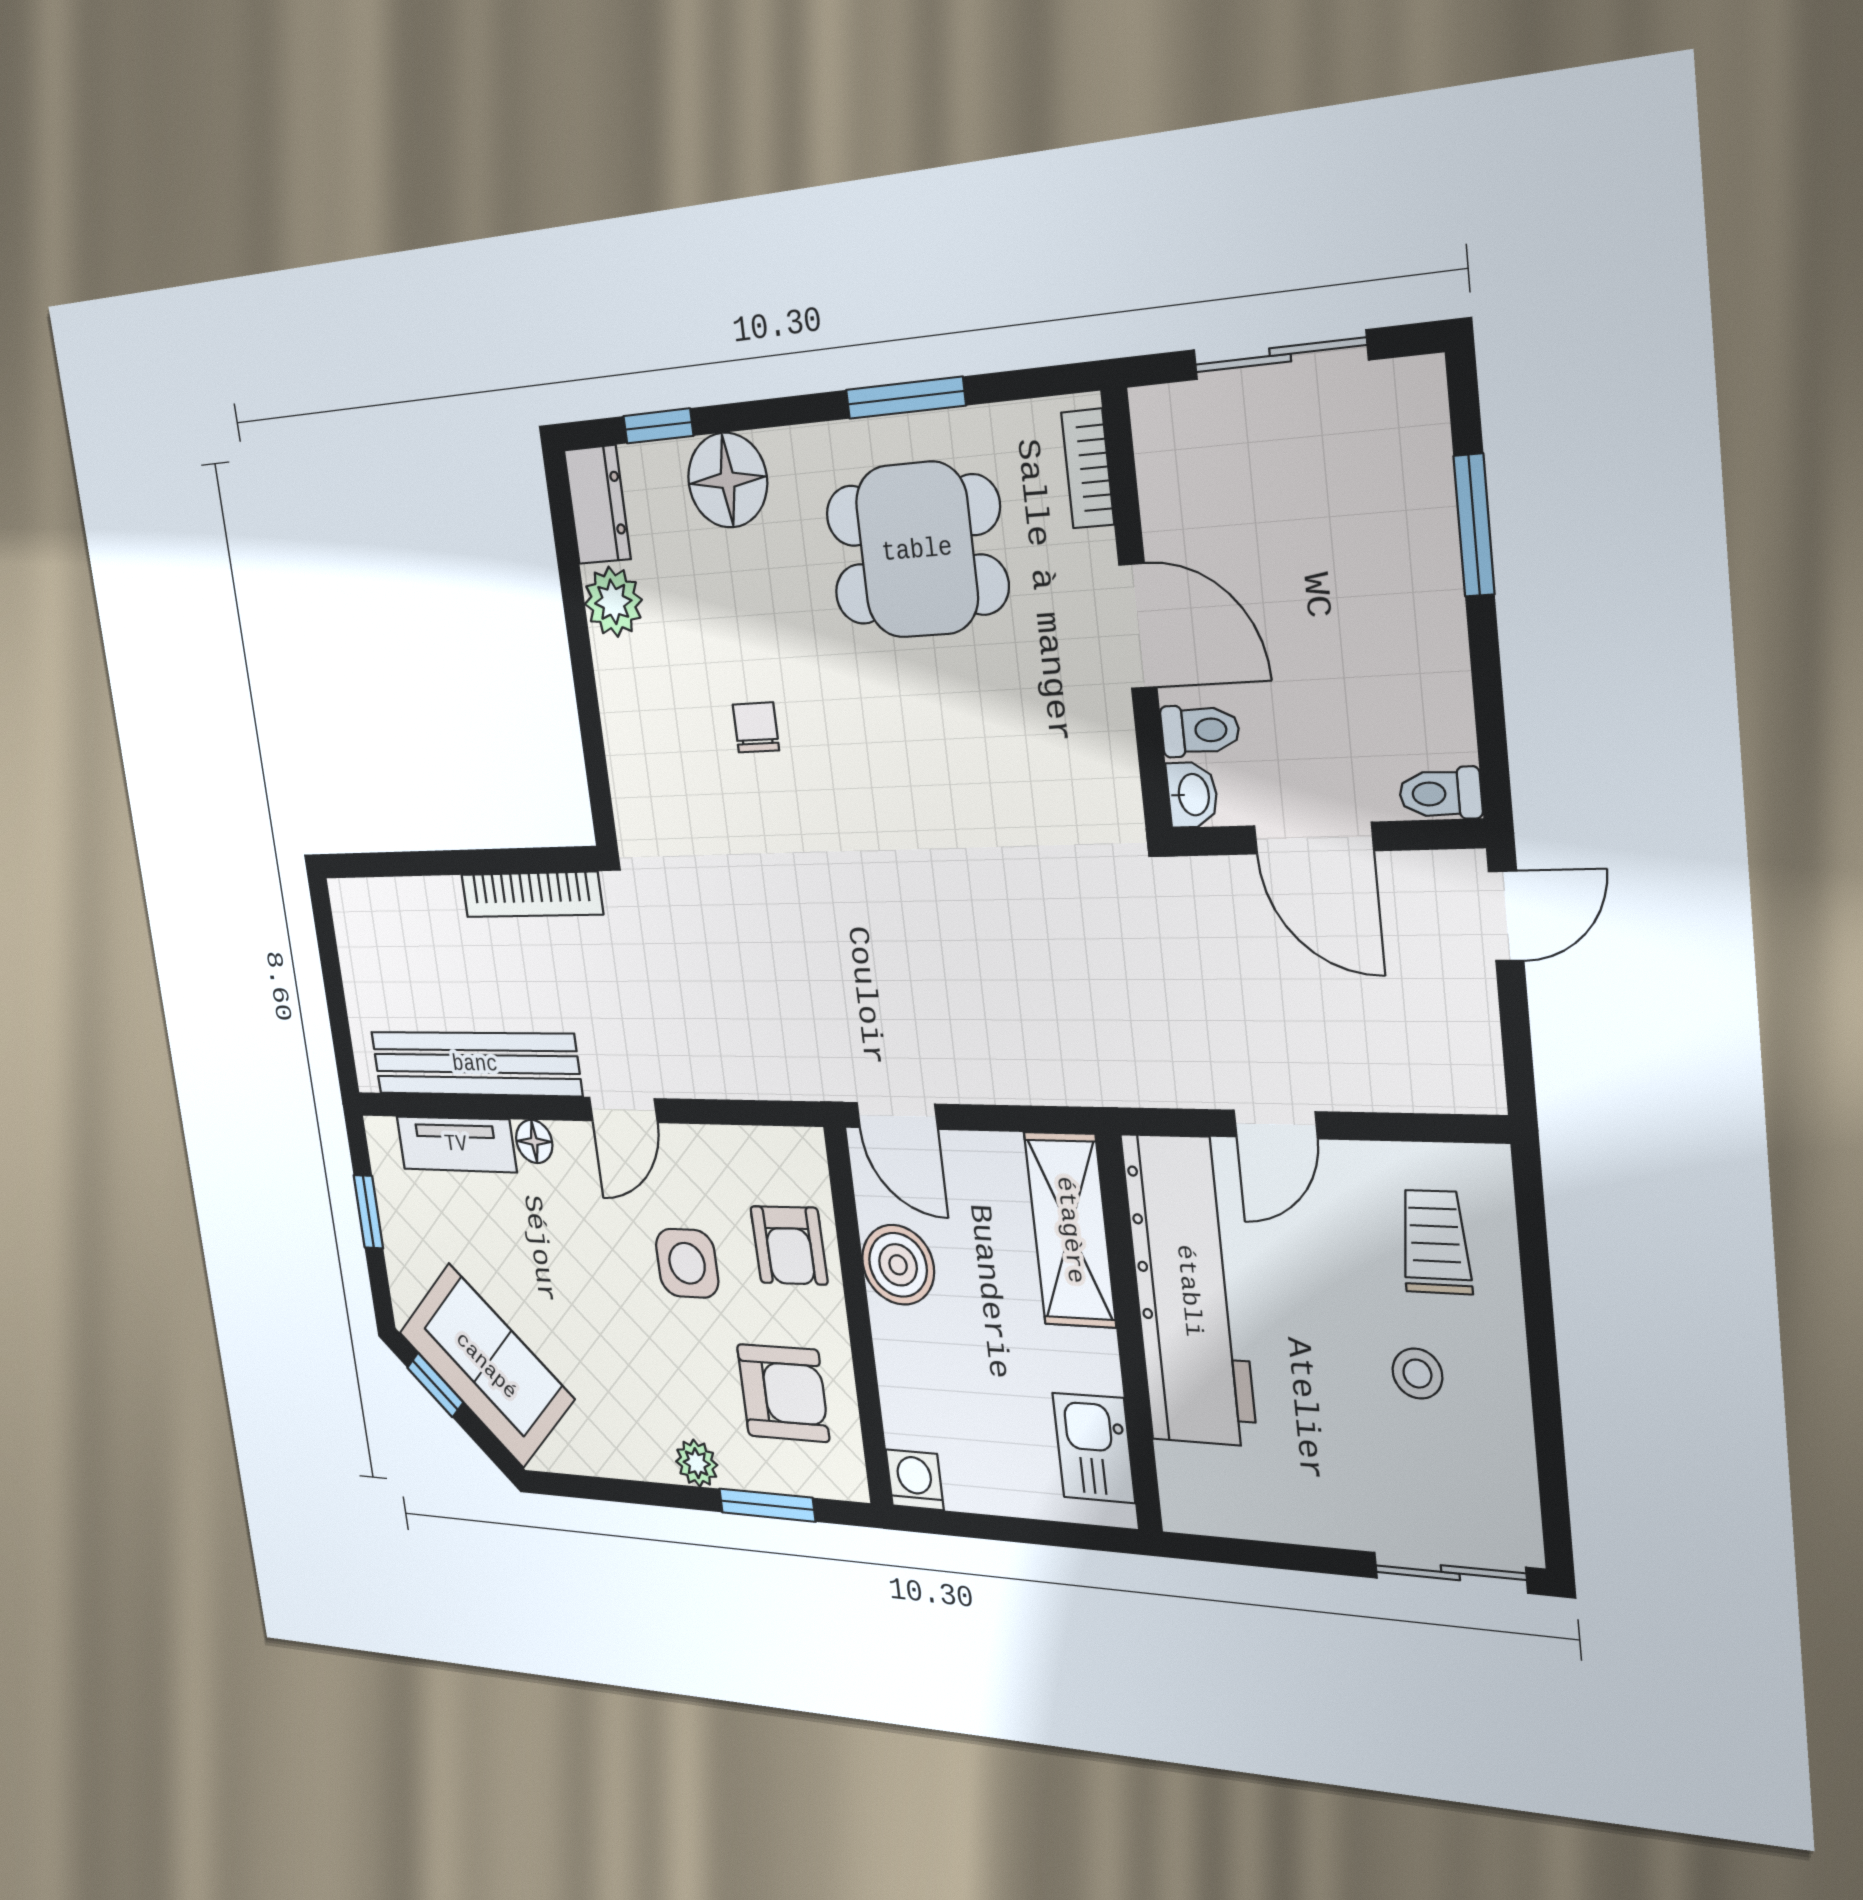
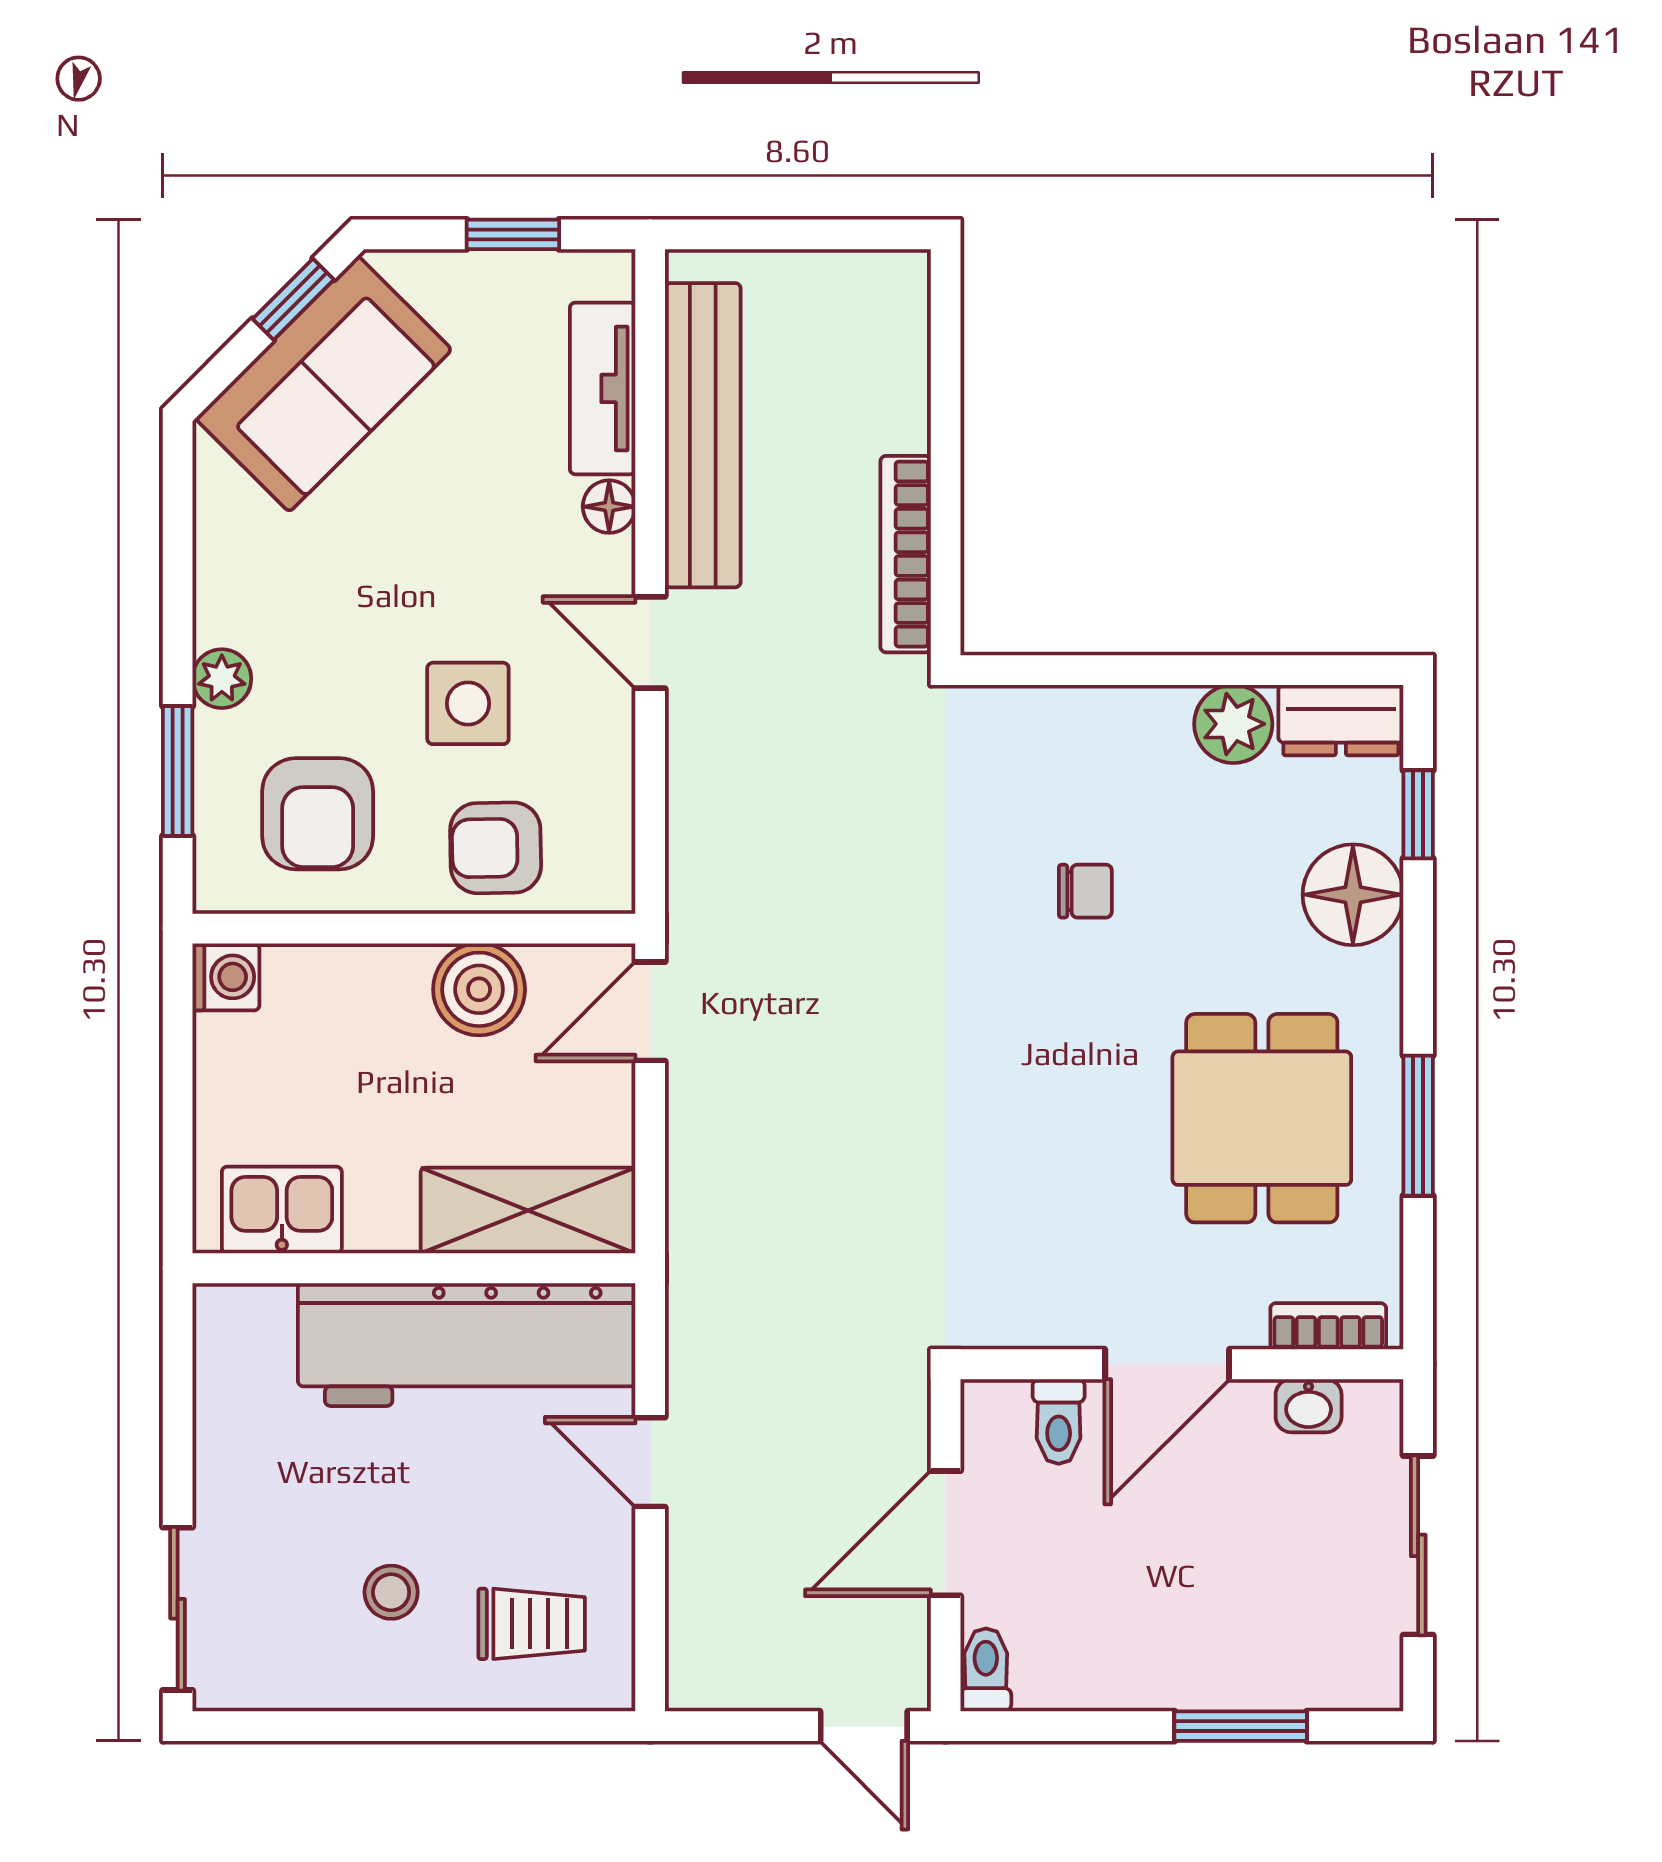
washbasin: (1192, 795) -> (1309, 1406), moved

